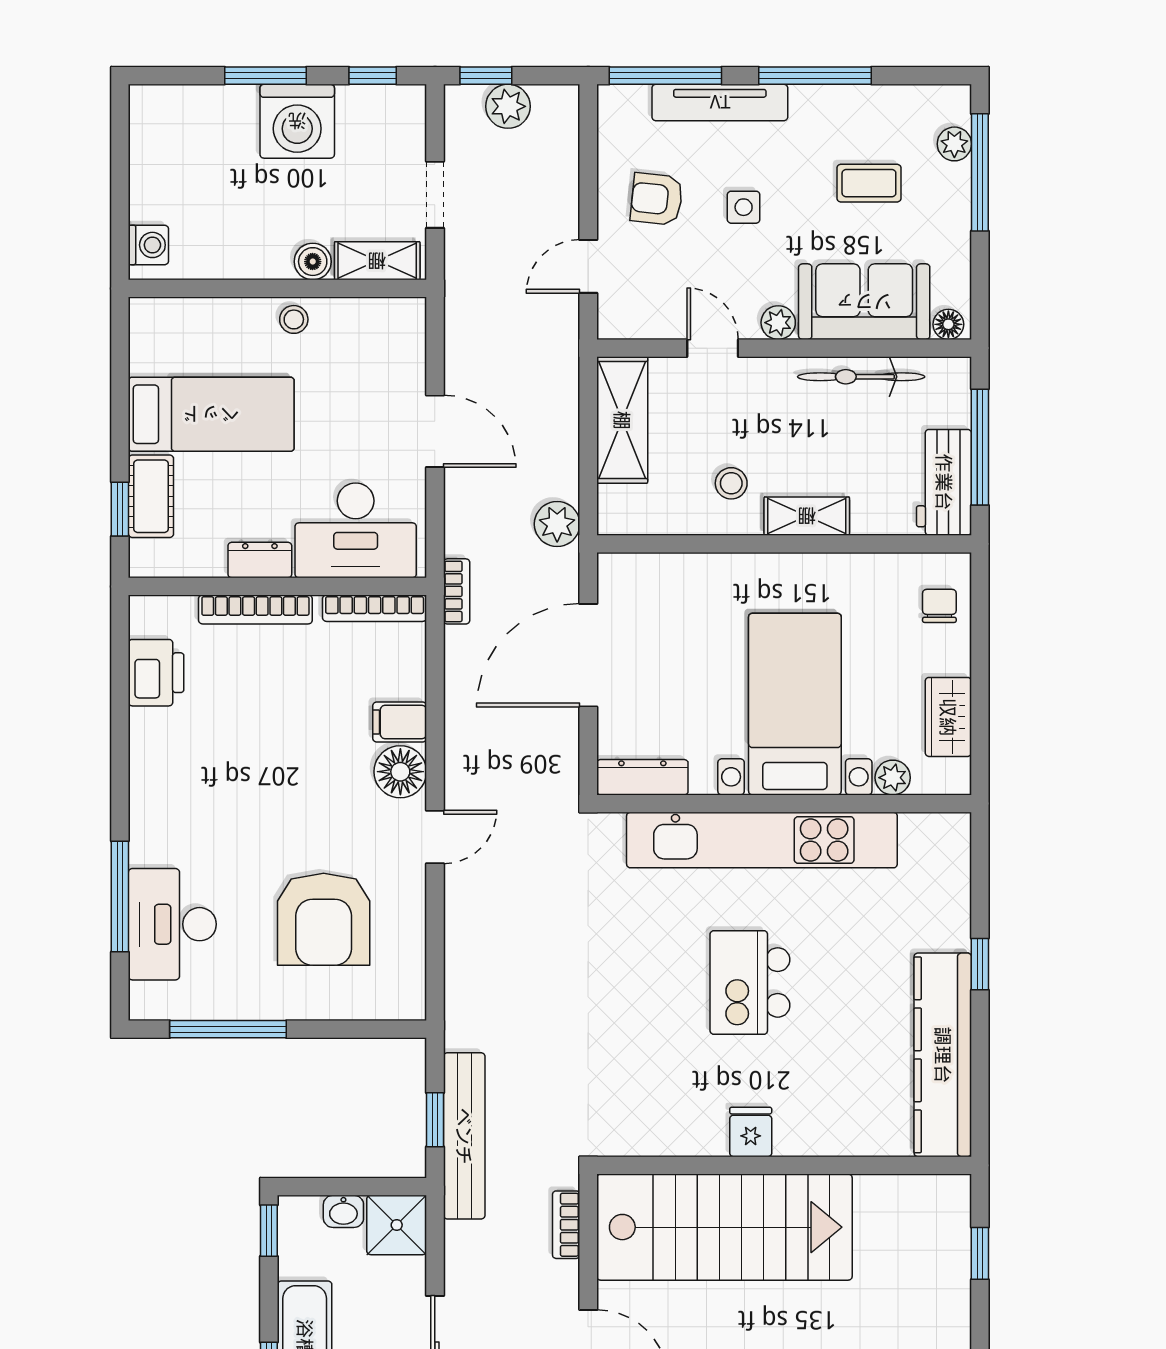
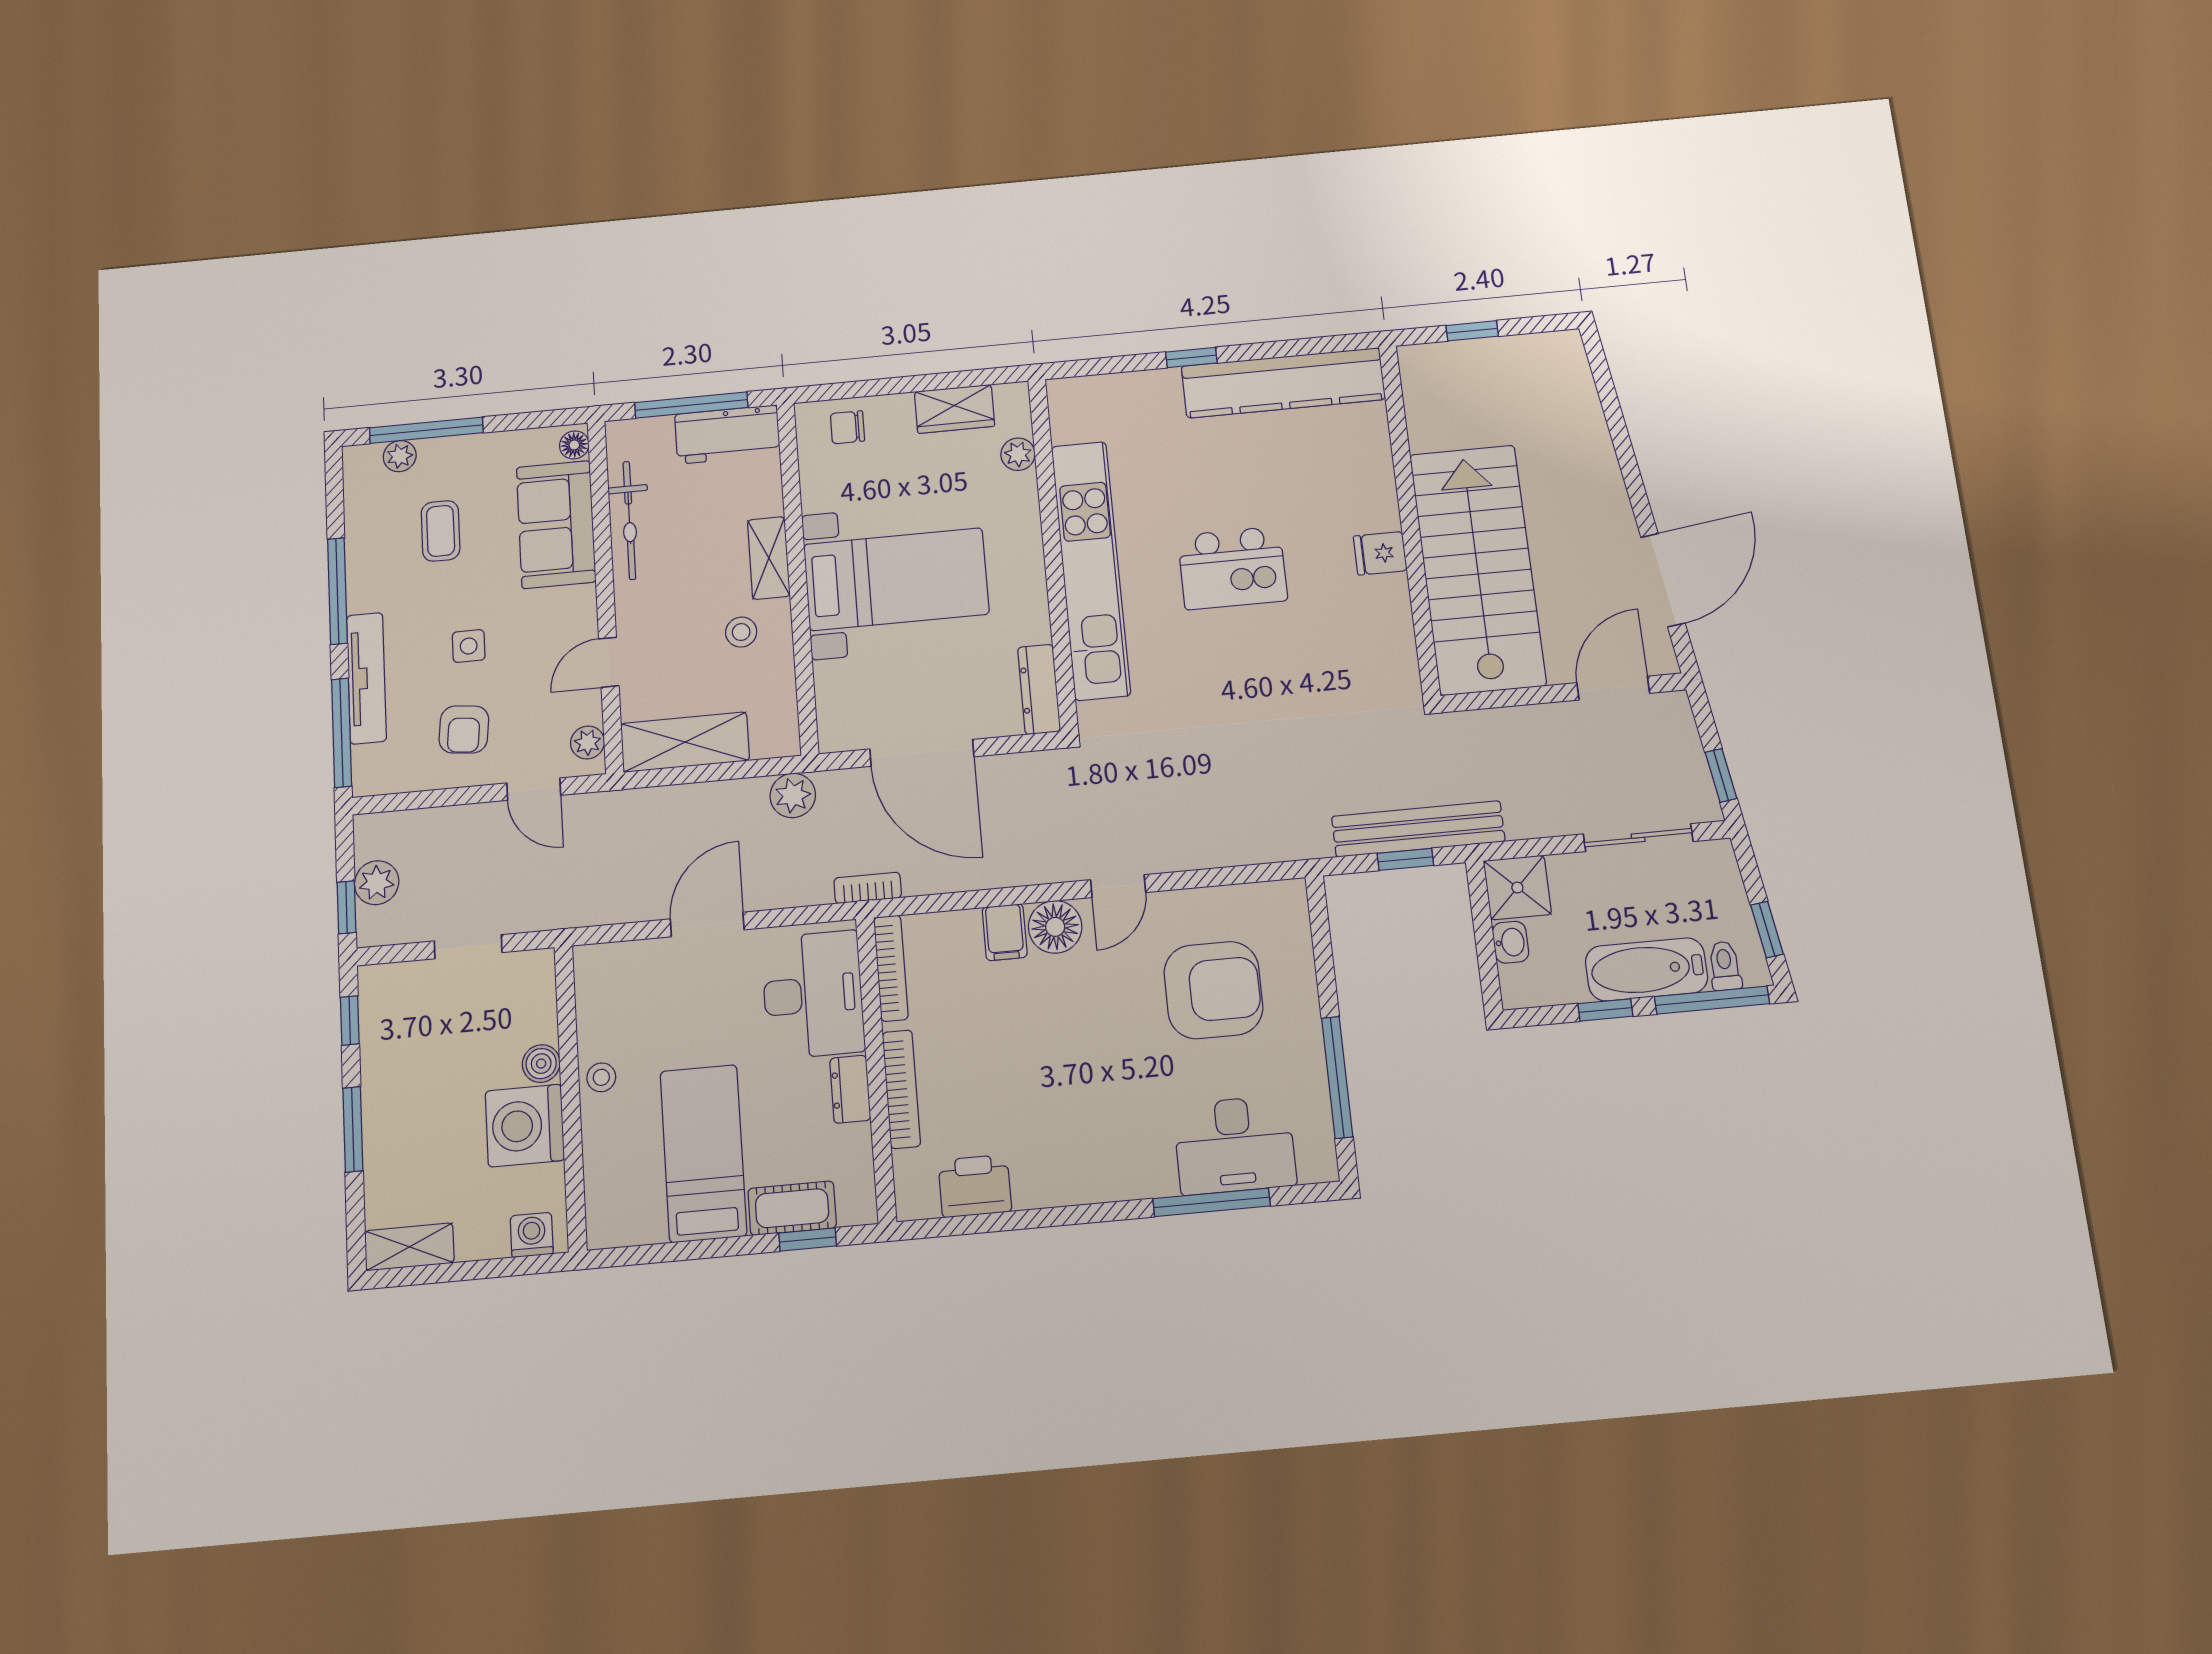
washing machine: (297, 121) -> (525, 1126), moved, turned 180
shelving: (377, 261) -> (409, 1247), moved, turned 90
plant: (778, 323) -> (588, 742), moved
bed with nightstands: (795, 704) -> (896, 579), moved, turned 180
door: (435, 837) -> (1118, 886), swing flipped
bookcase: (566, 1225) -> (1495, 721), removed
window: (269, 1231) -> (1605, 1010), moved

